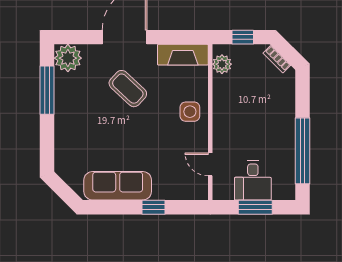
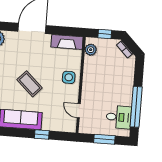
coffee table: (128, 89) -> (30, 84), moved
desk: (253, 180) -> (119, 117), moved, turned -90

